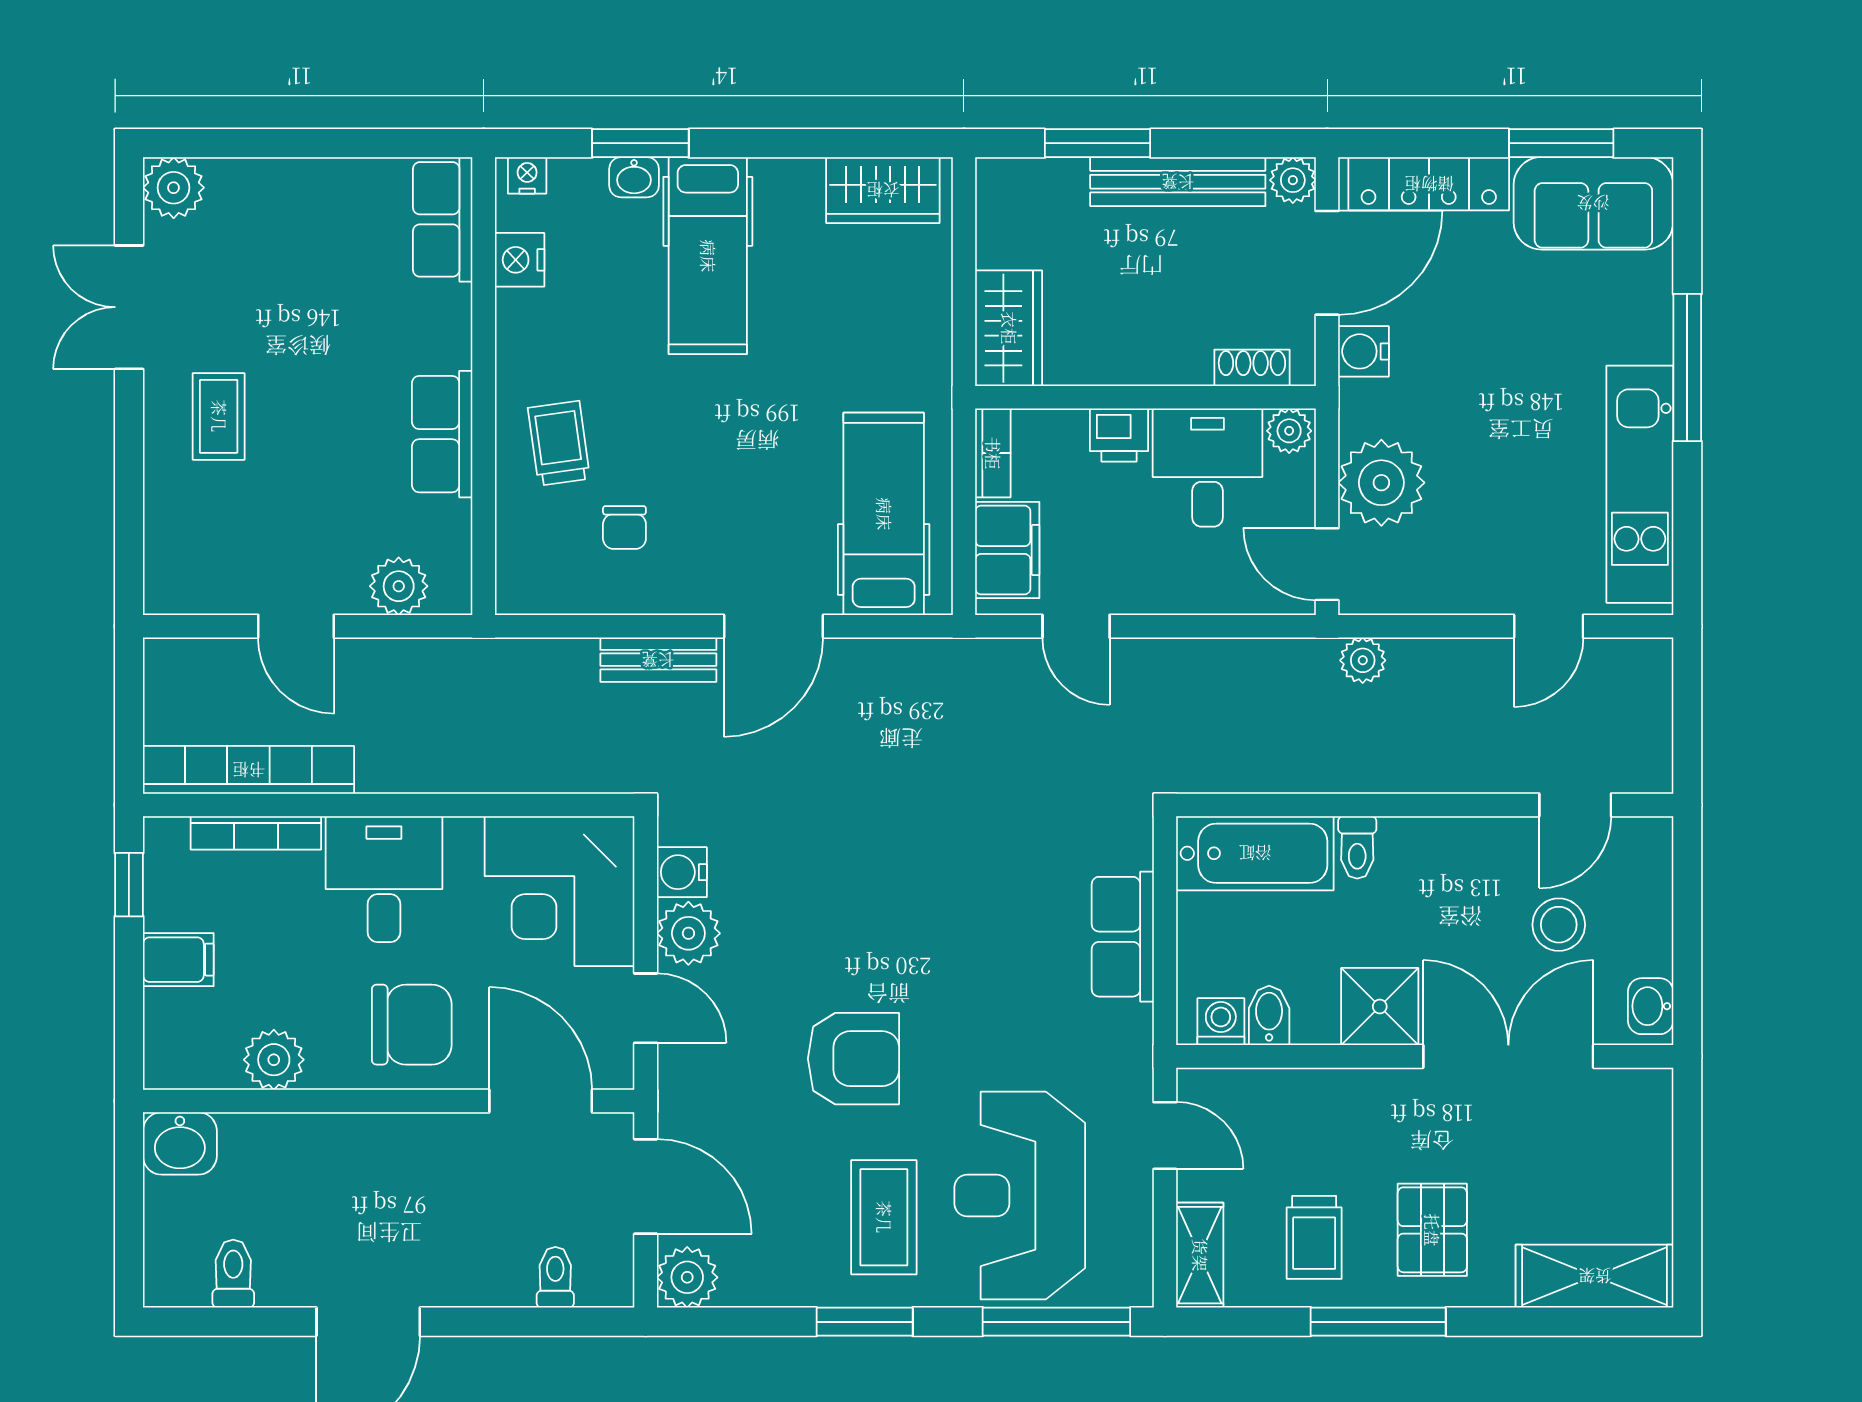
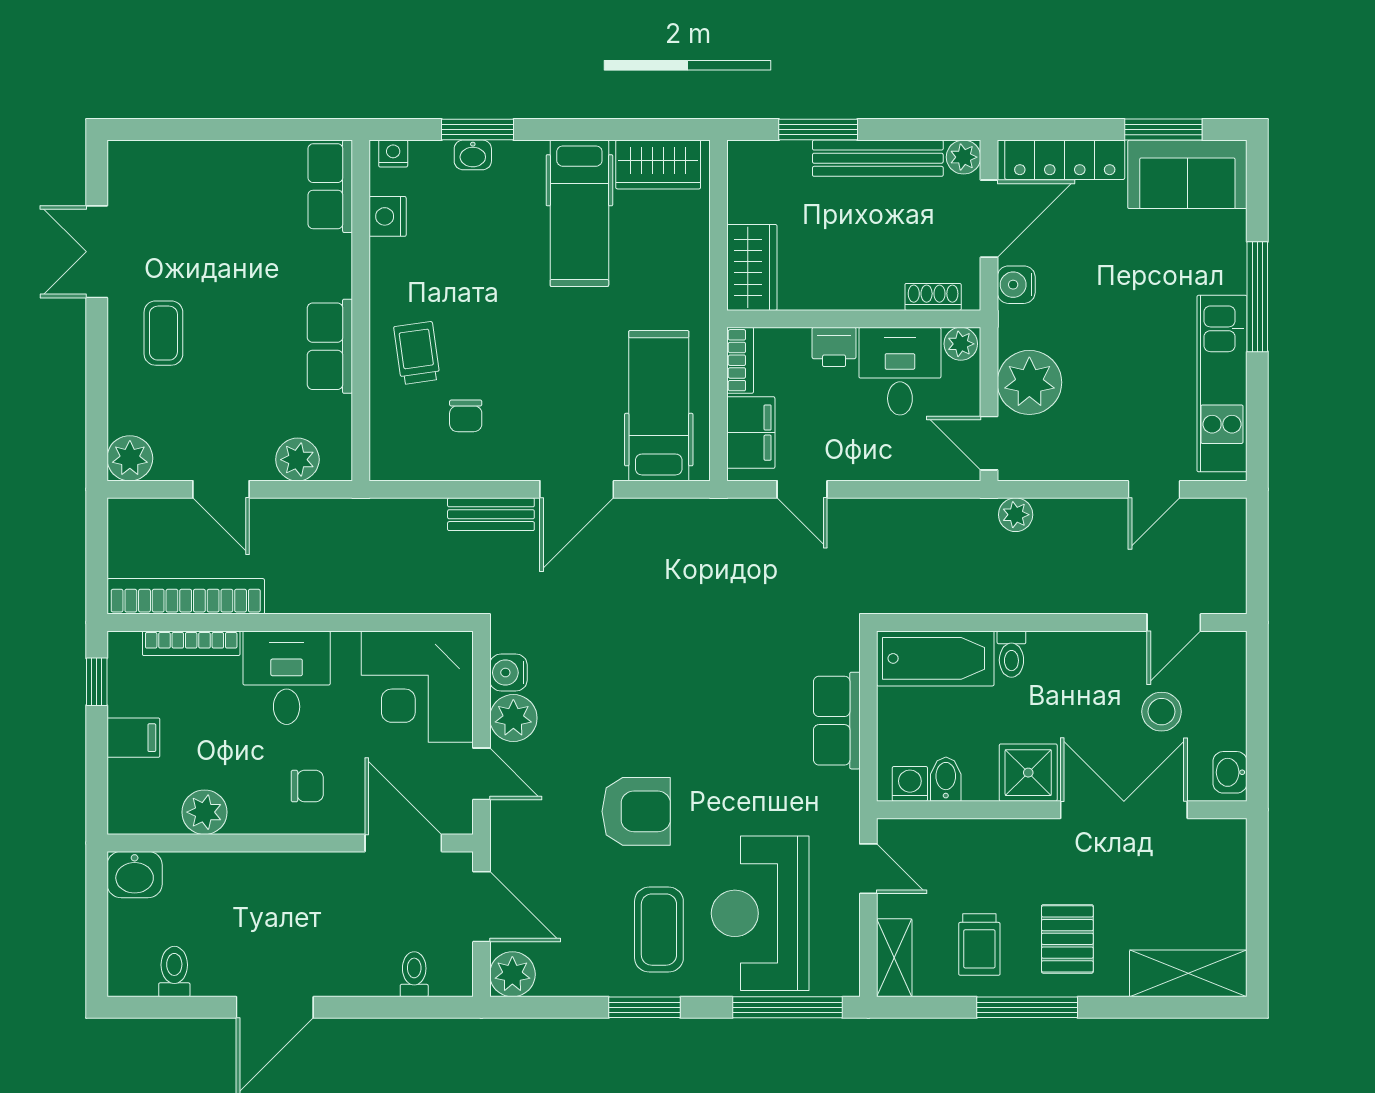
plant: (174, 188) -> (130, 458), moved
hospital bed: (708, 256) -> (579, 213), moved
chair: (412, 1025) -> (307, 786), width x0.54, depth x0.54

